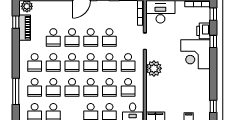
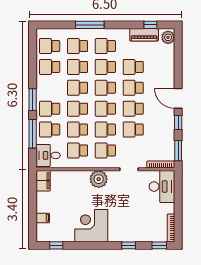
printer: (203, 31) -> (141, 234), removed
corner desk: (195, 54) -> (91, 226), moved
window: (16, 91) -> (90, 25), moved

